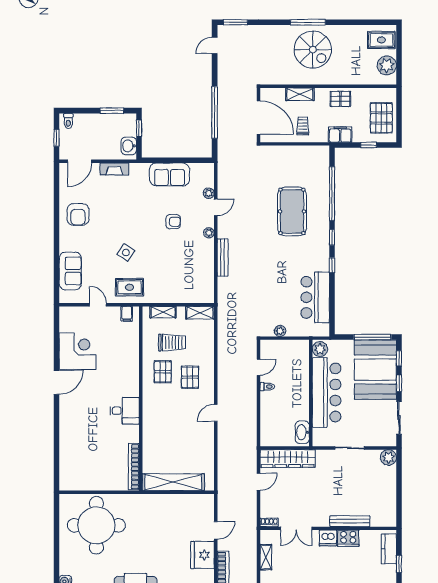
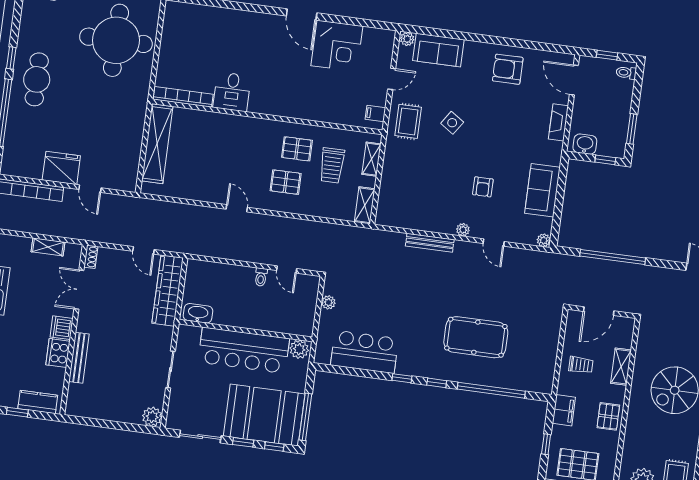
door: (259, 118) -> (599, 311), width x0.73
plant: (209, 193) -> (544, 240), moved
plant: (65, 297) -> (407, 39), added
desk: (125, 411) -> (232, 92), moved

